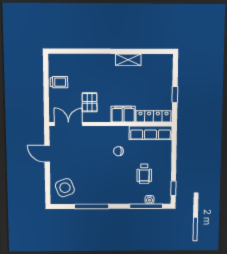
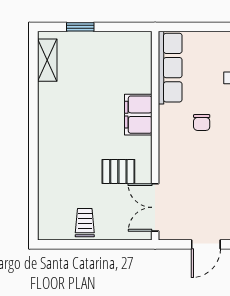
shelving: (128, 60) -> (47, 60), moved
window: (175, 94) -> (80, 27), moved
locker: (153, 116) -> (142, 63), removed

